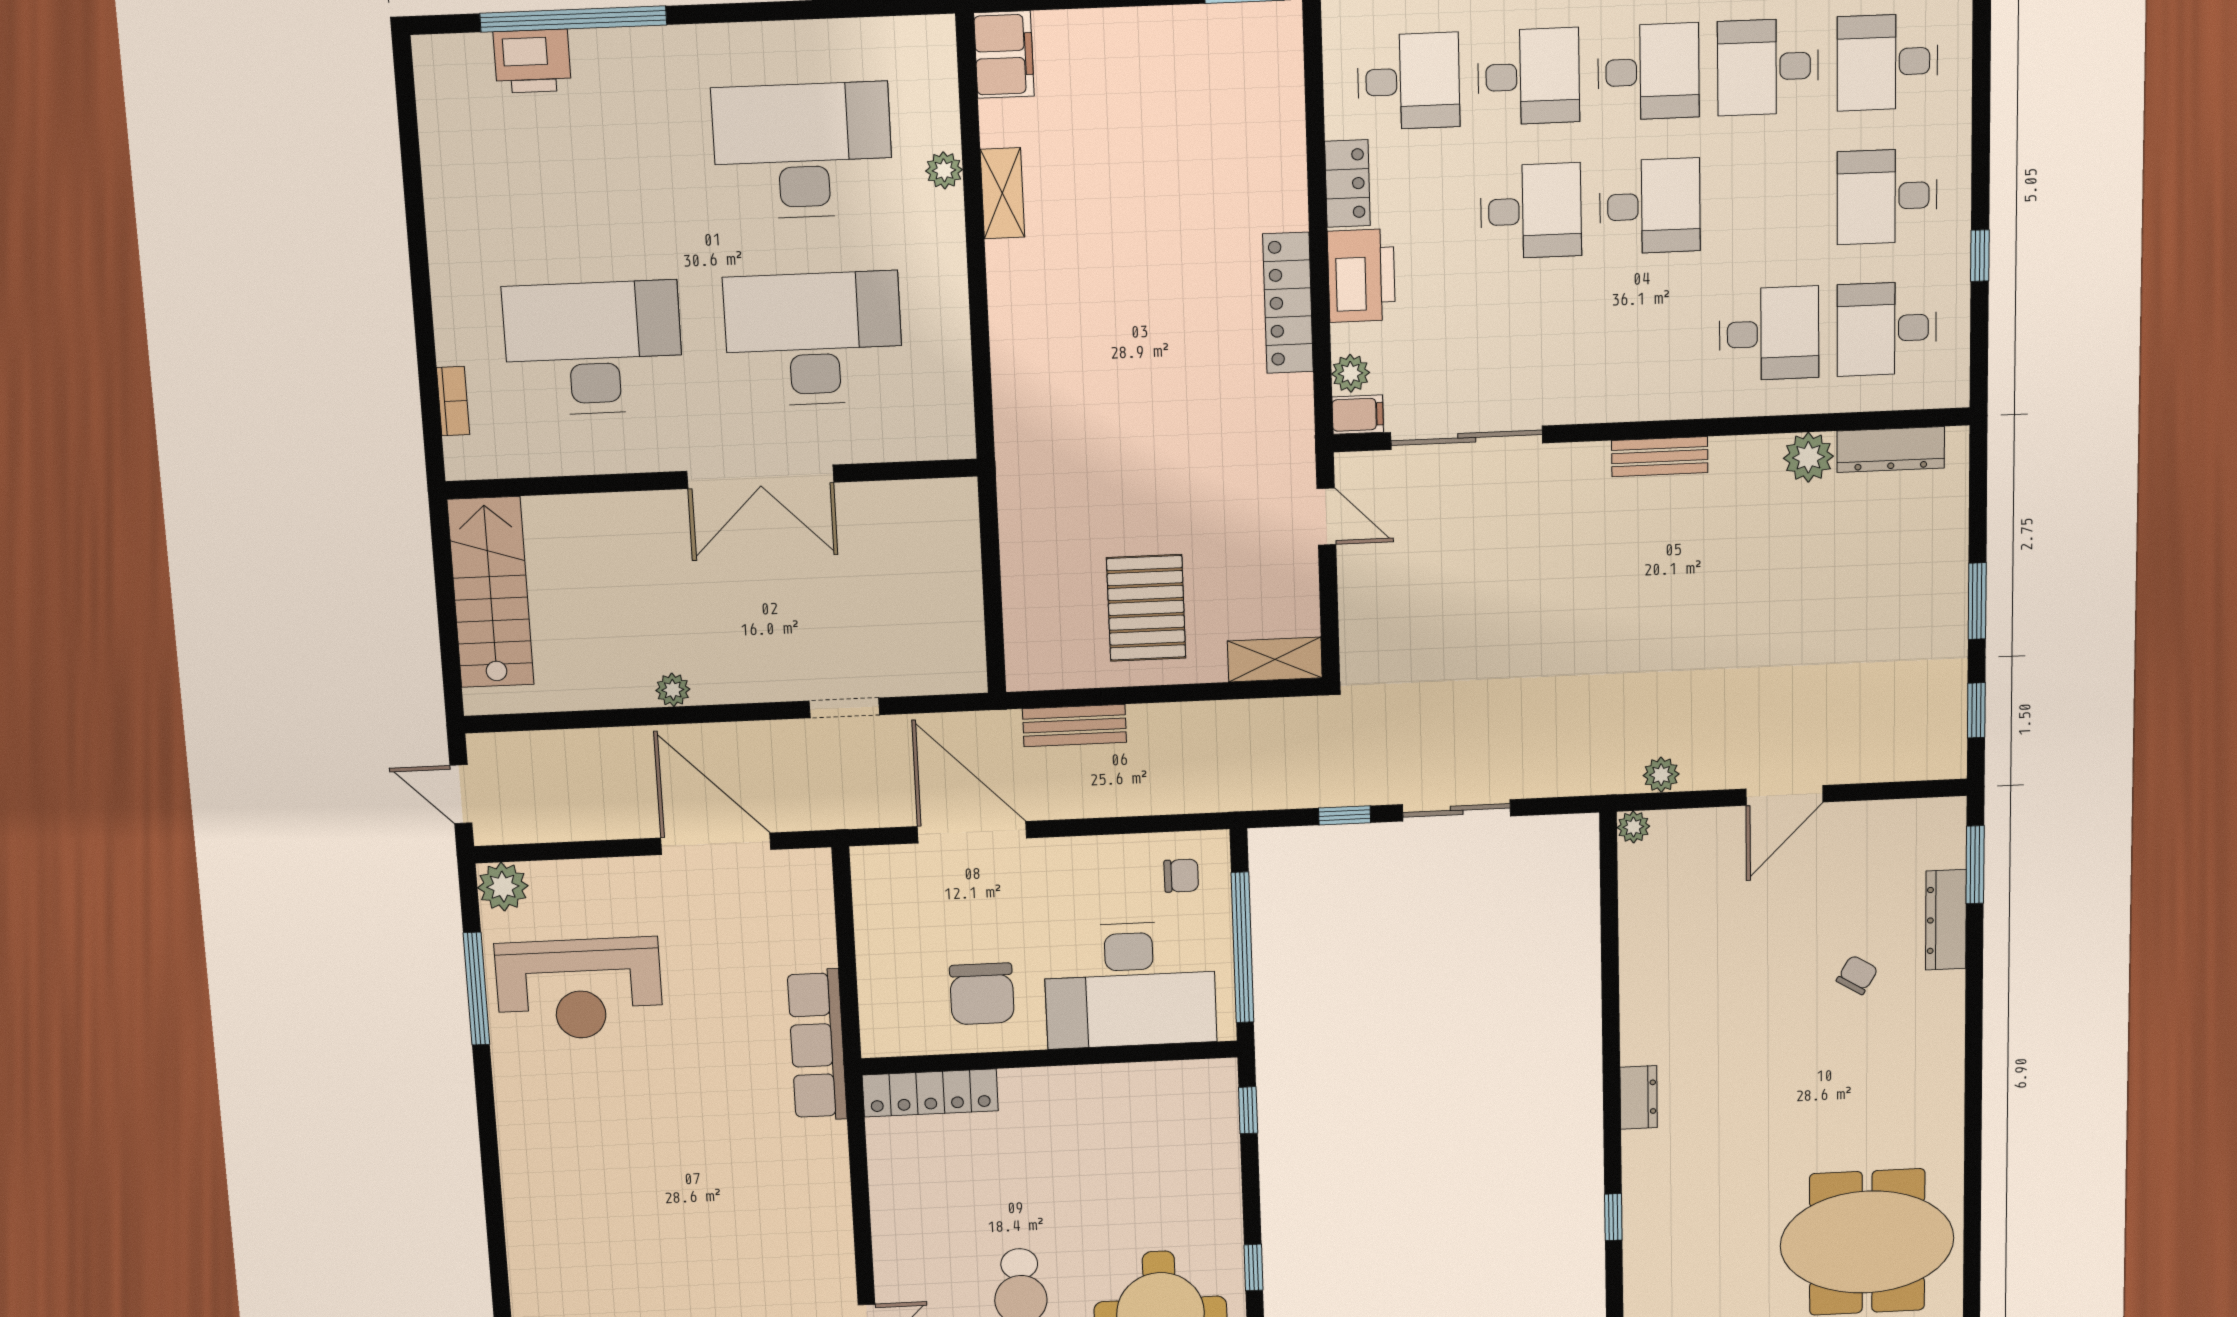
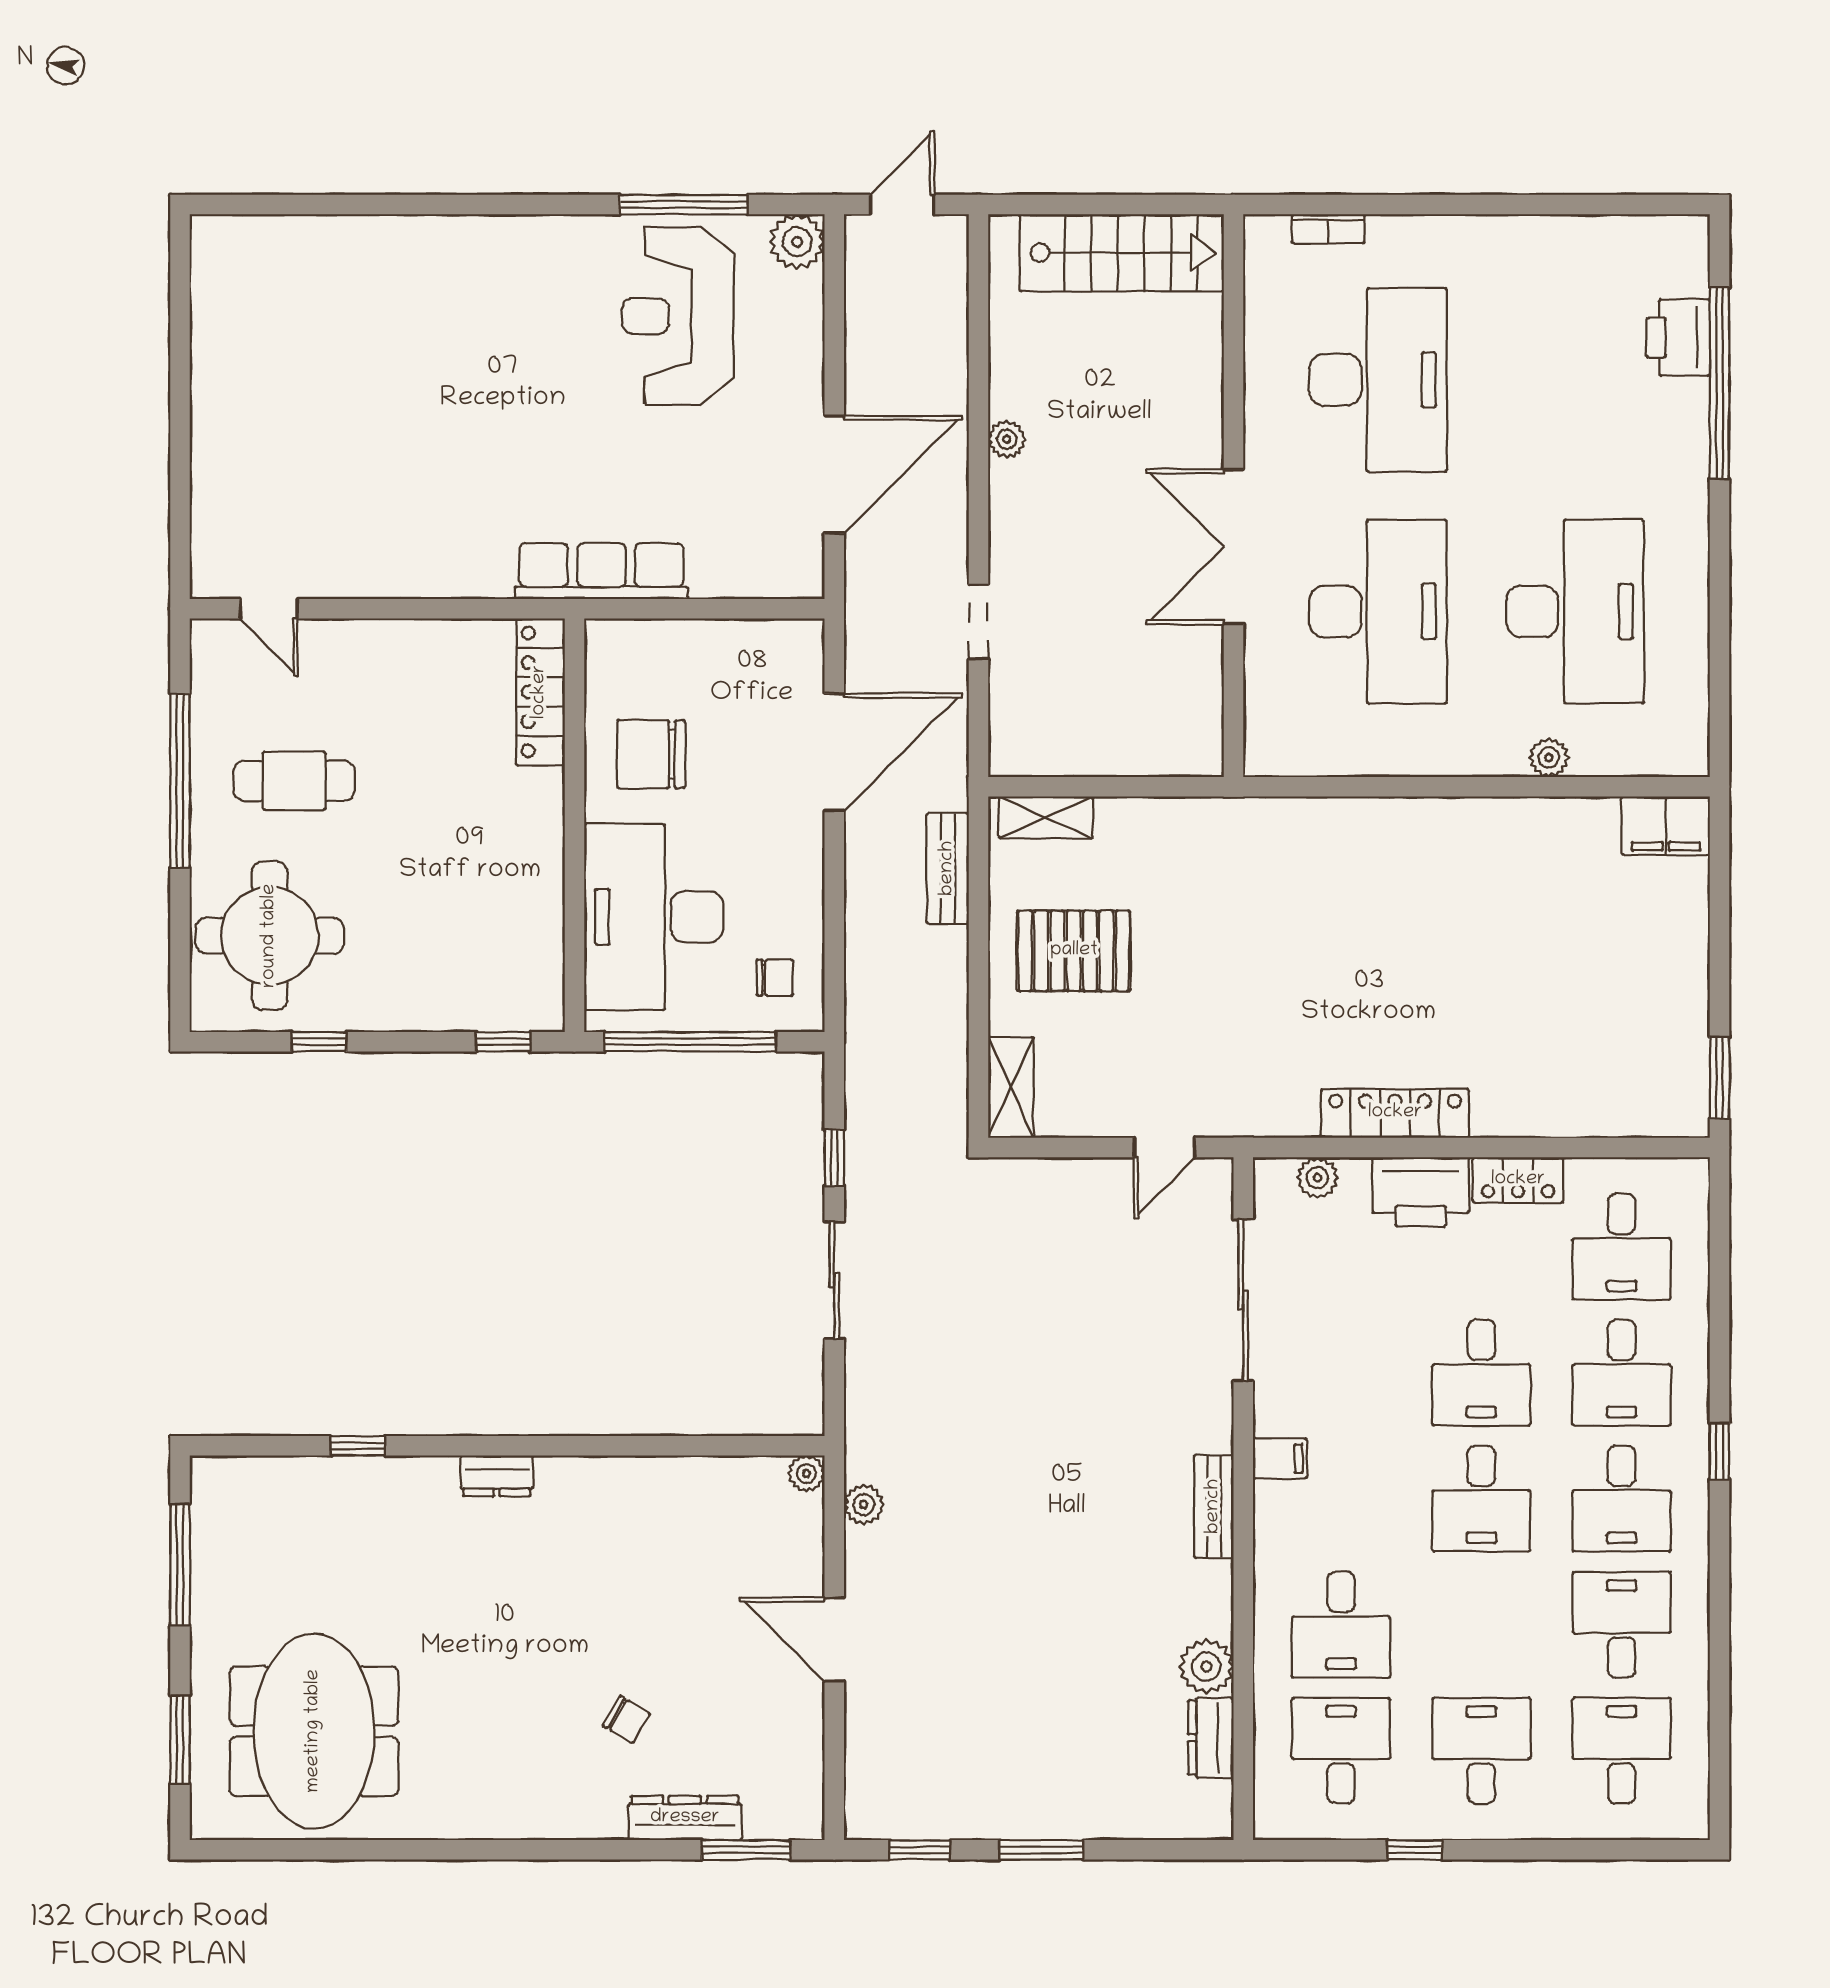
shelving: (1002, 193) -> (1046, 817), moved
filing cabinet: (1358, 415) -> (1280, 1459), moved, turned -90
dresser: (1891, 449) -> (1211, 1738), width x0.70
chair: (1181, 876) -> (775, 978), turned -90

